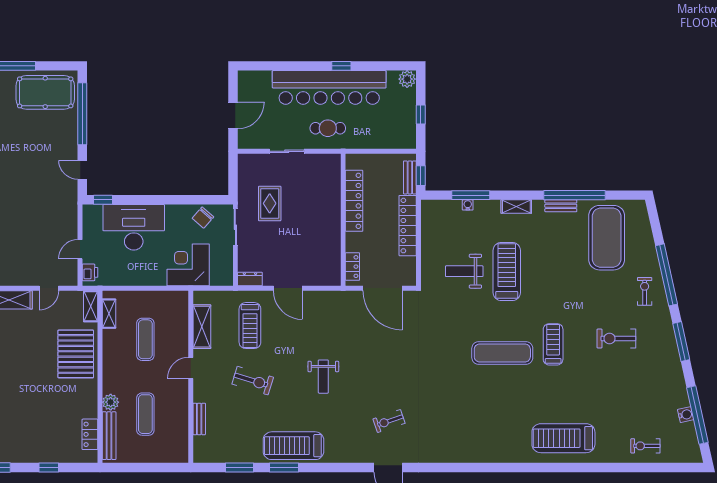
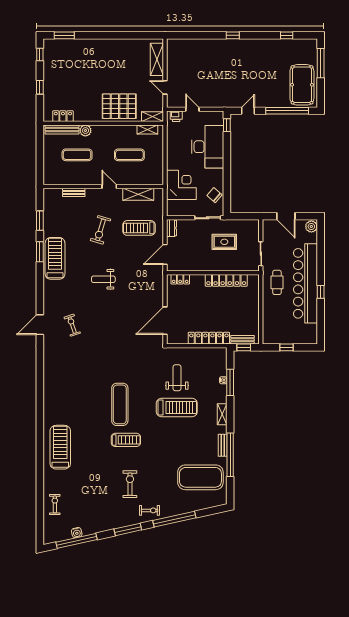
plant: (407, 79) -> (311, 226), moved
locker: (354, 201) -> (226, 280), moved
wall: (343, 220) -> (213, 273), moved
locker: (352, 267) -> (180, 279), moved
exercise bike: (645, 291) -> (150, 510), moved

